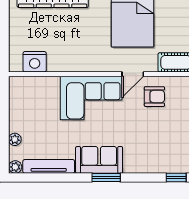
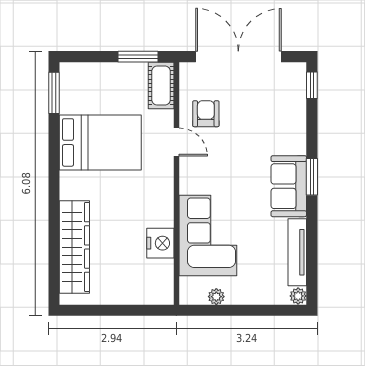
nightstand: (35, 62) -> (160, 243), moved
corner sofa: (91, 98) -> (208, 235), moved
plant: (15, 139) -> (216, 297), moved

